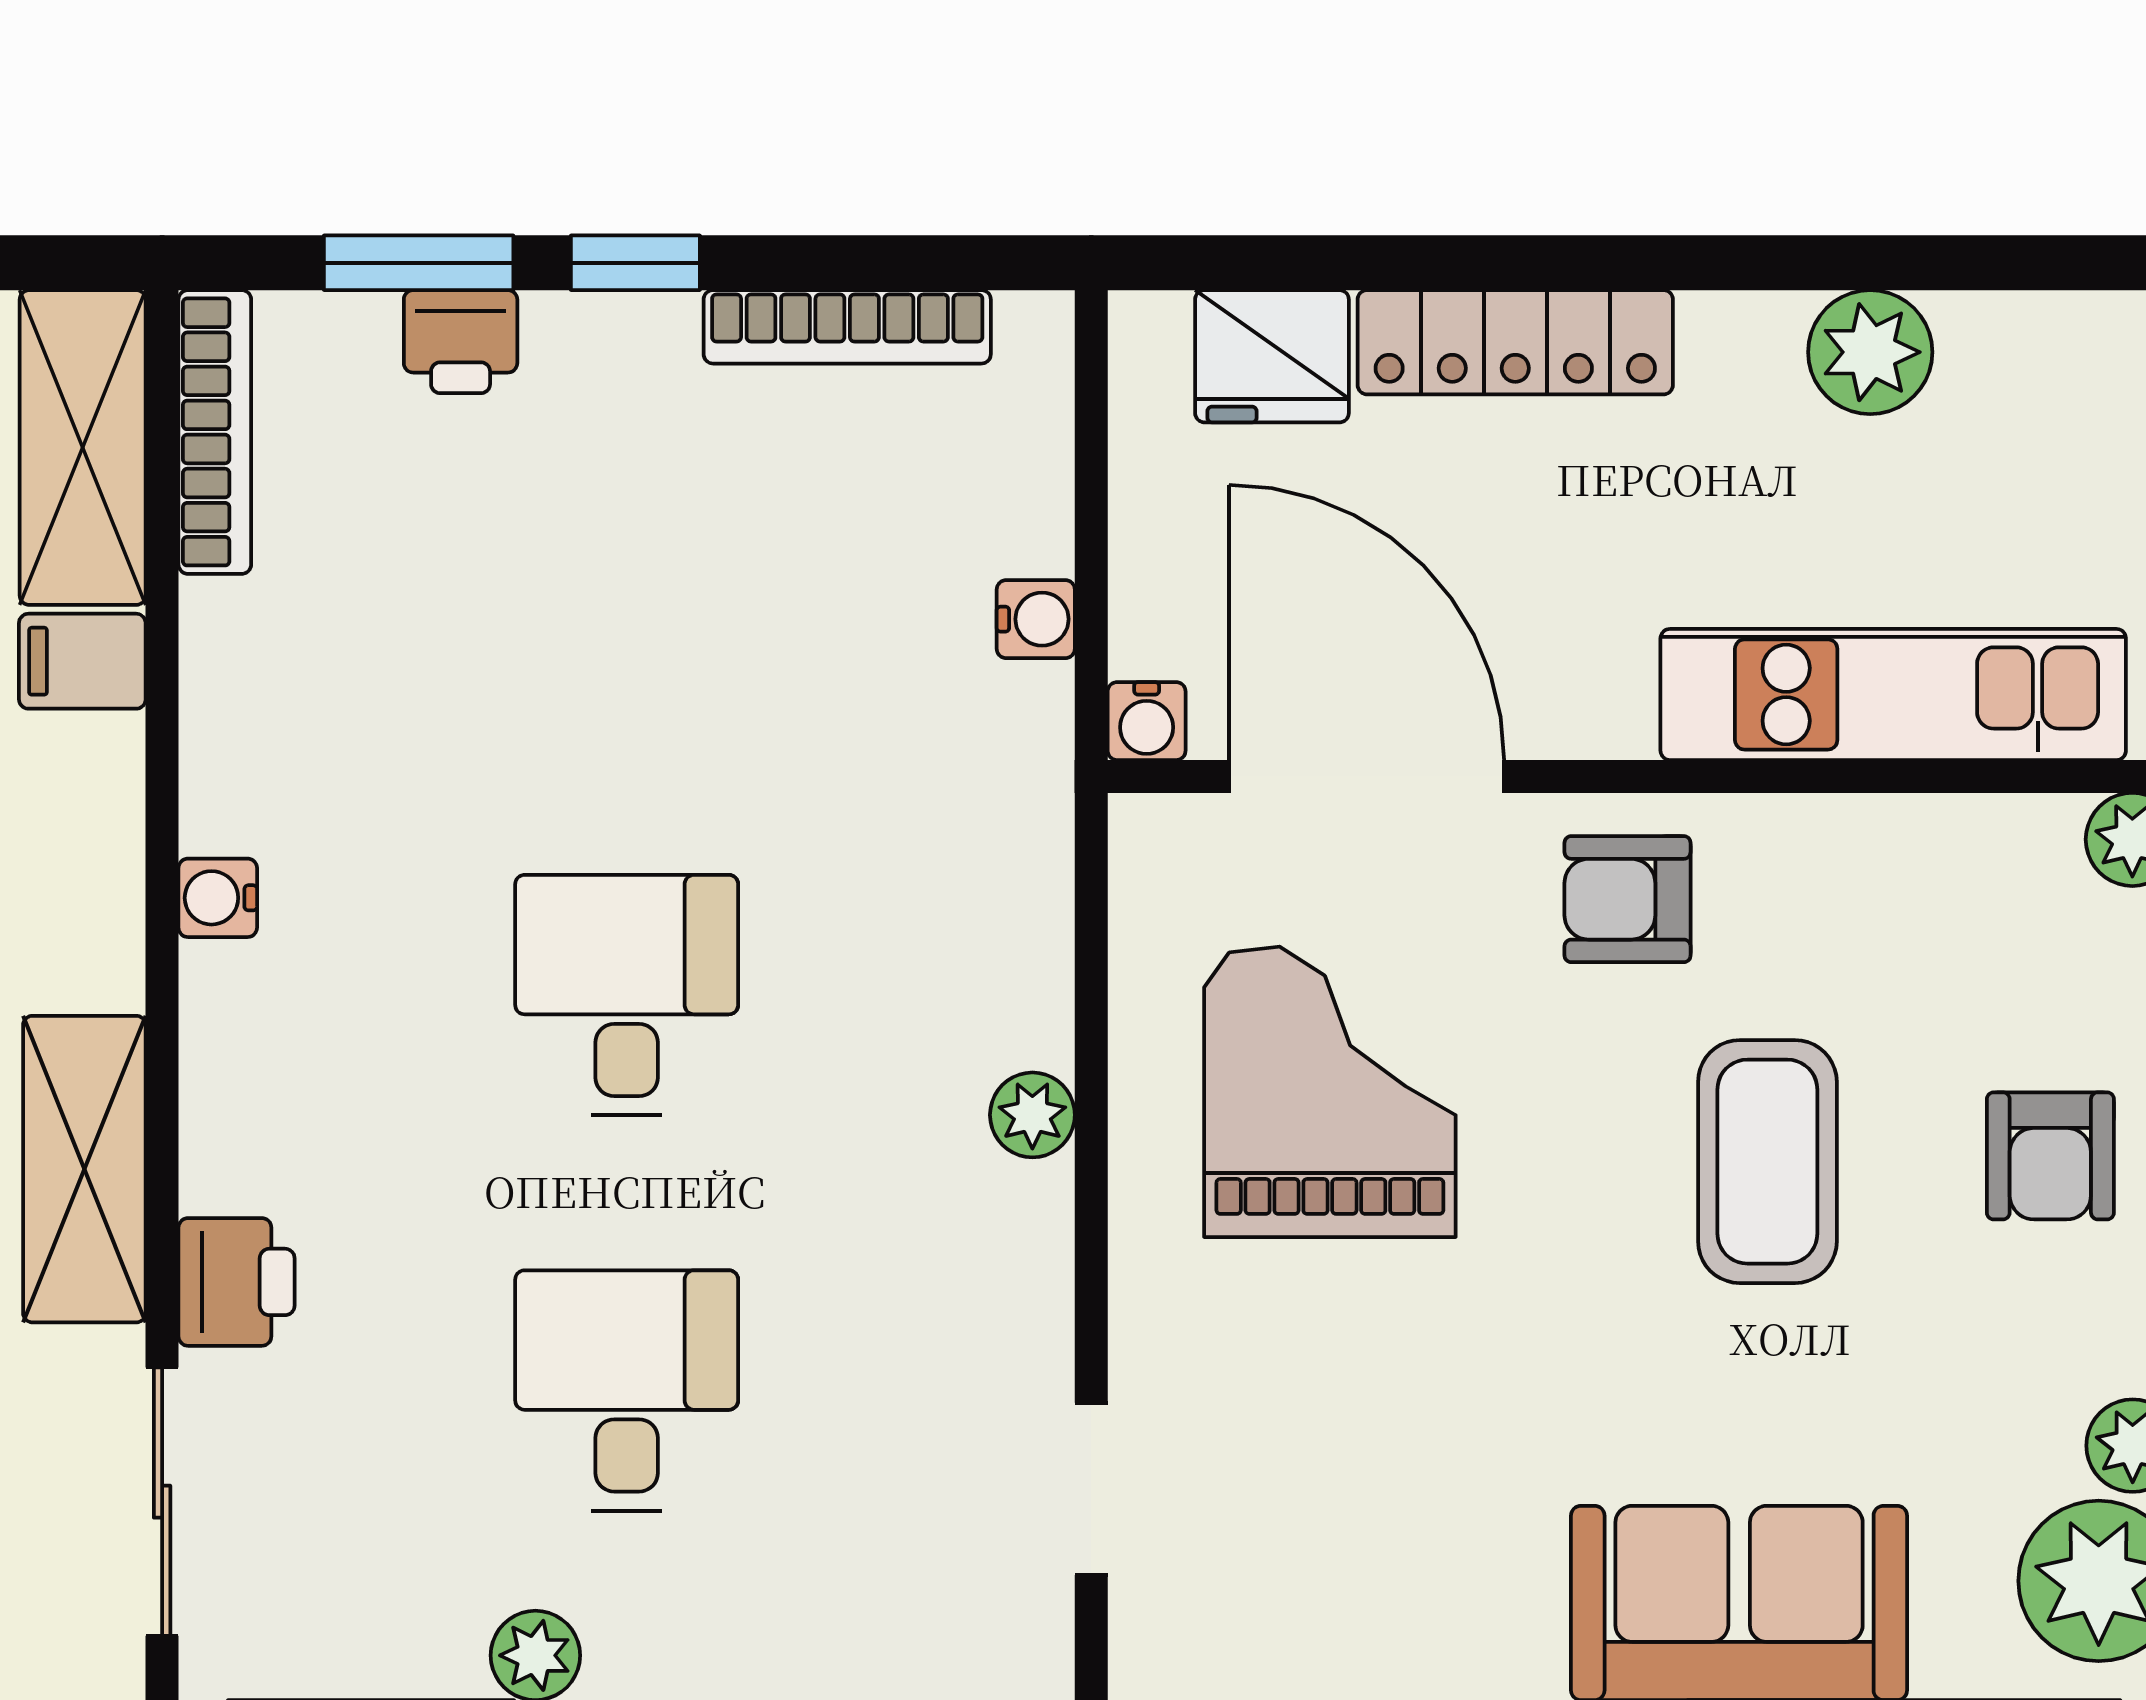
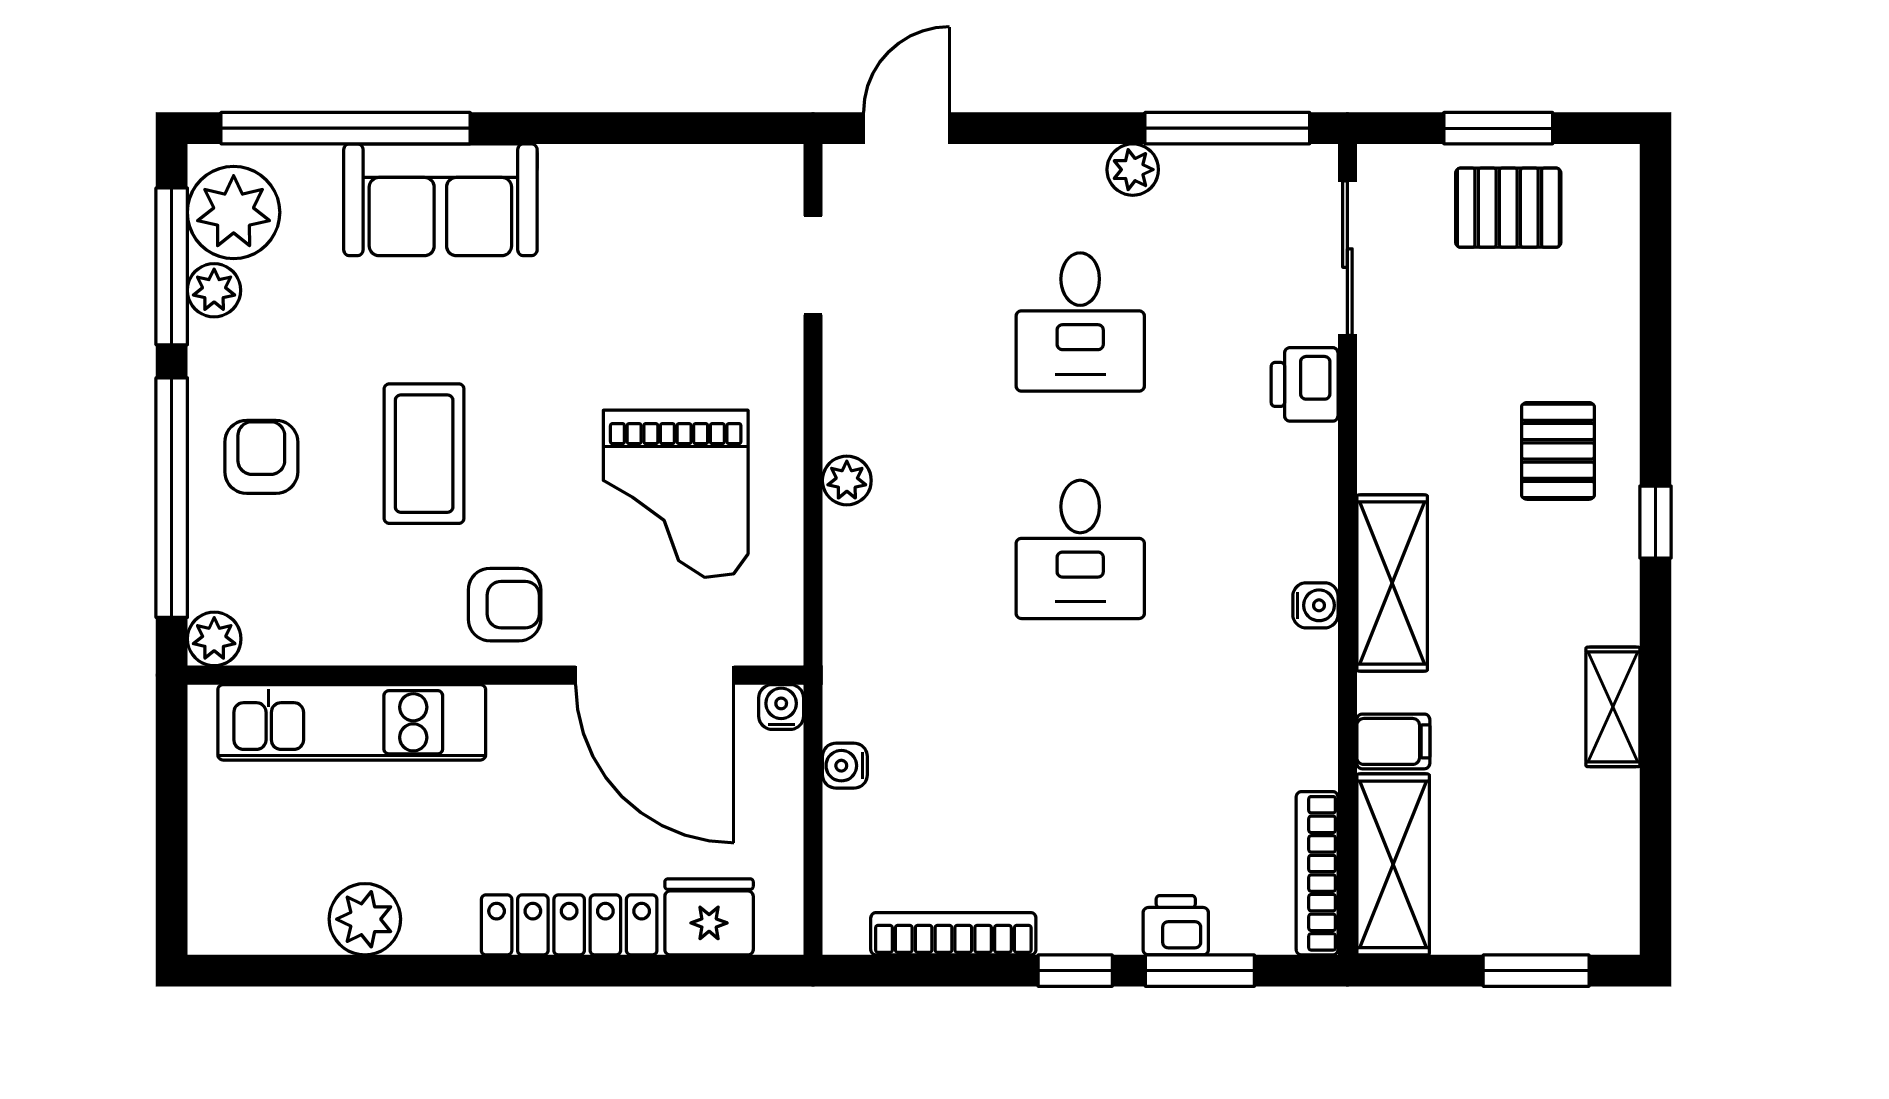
shelving: (84, 1169) -> (1392, 583), moved

